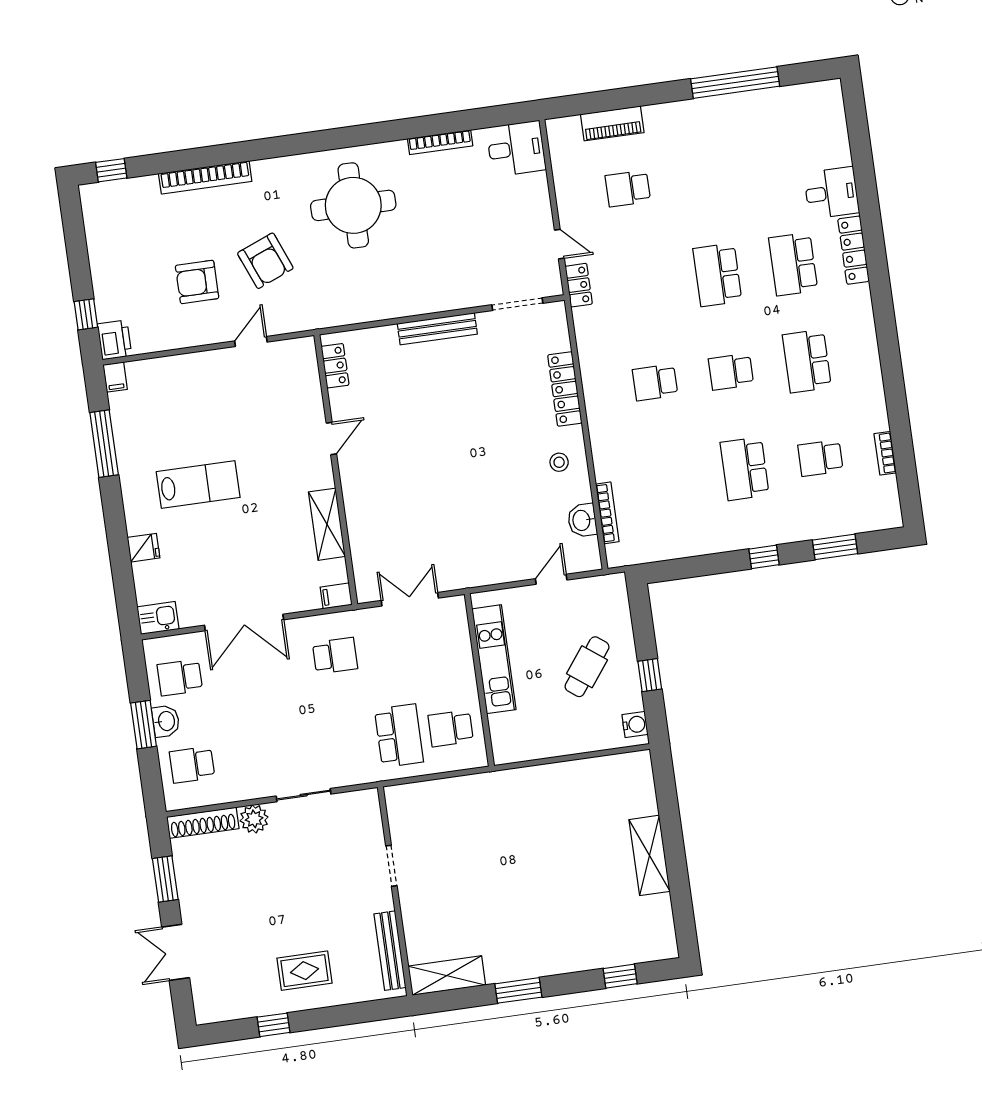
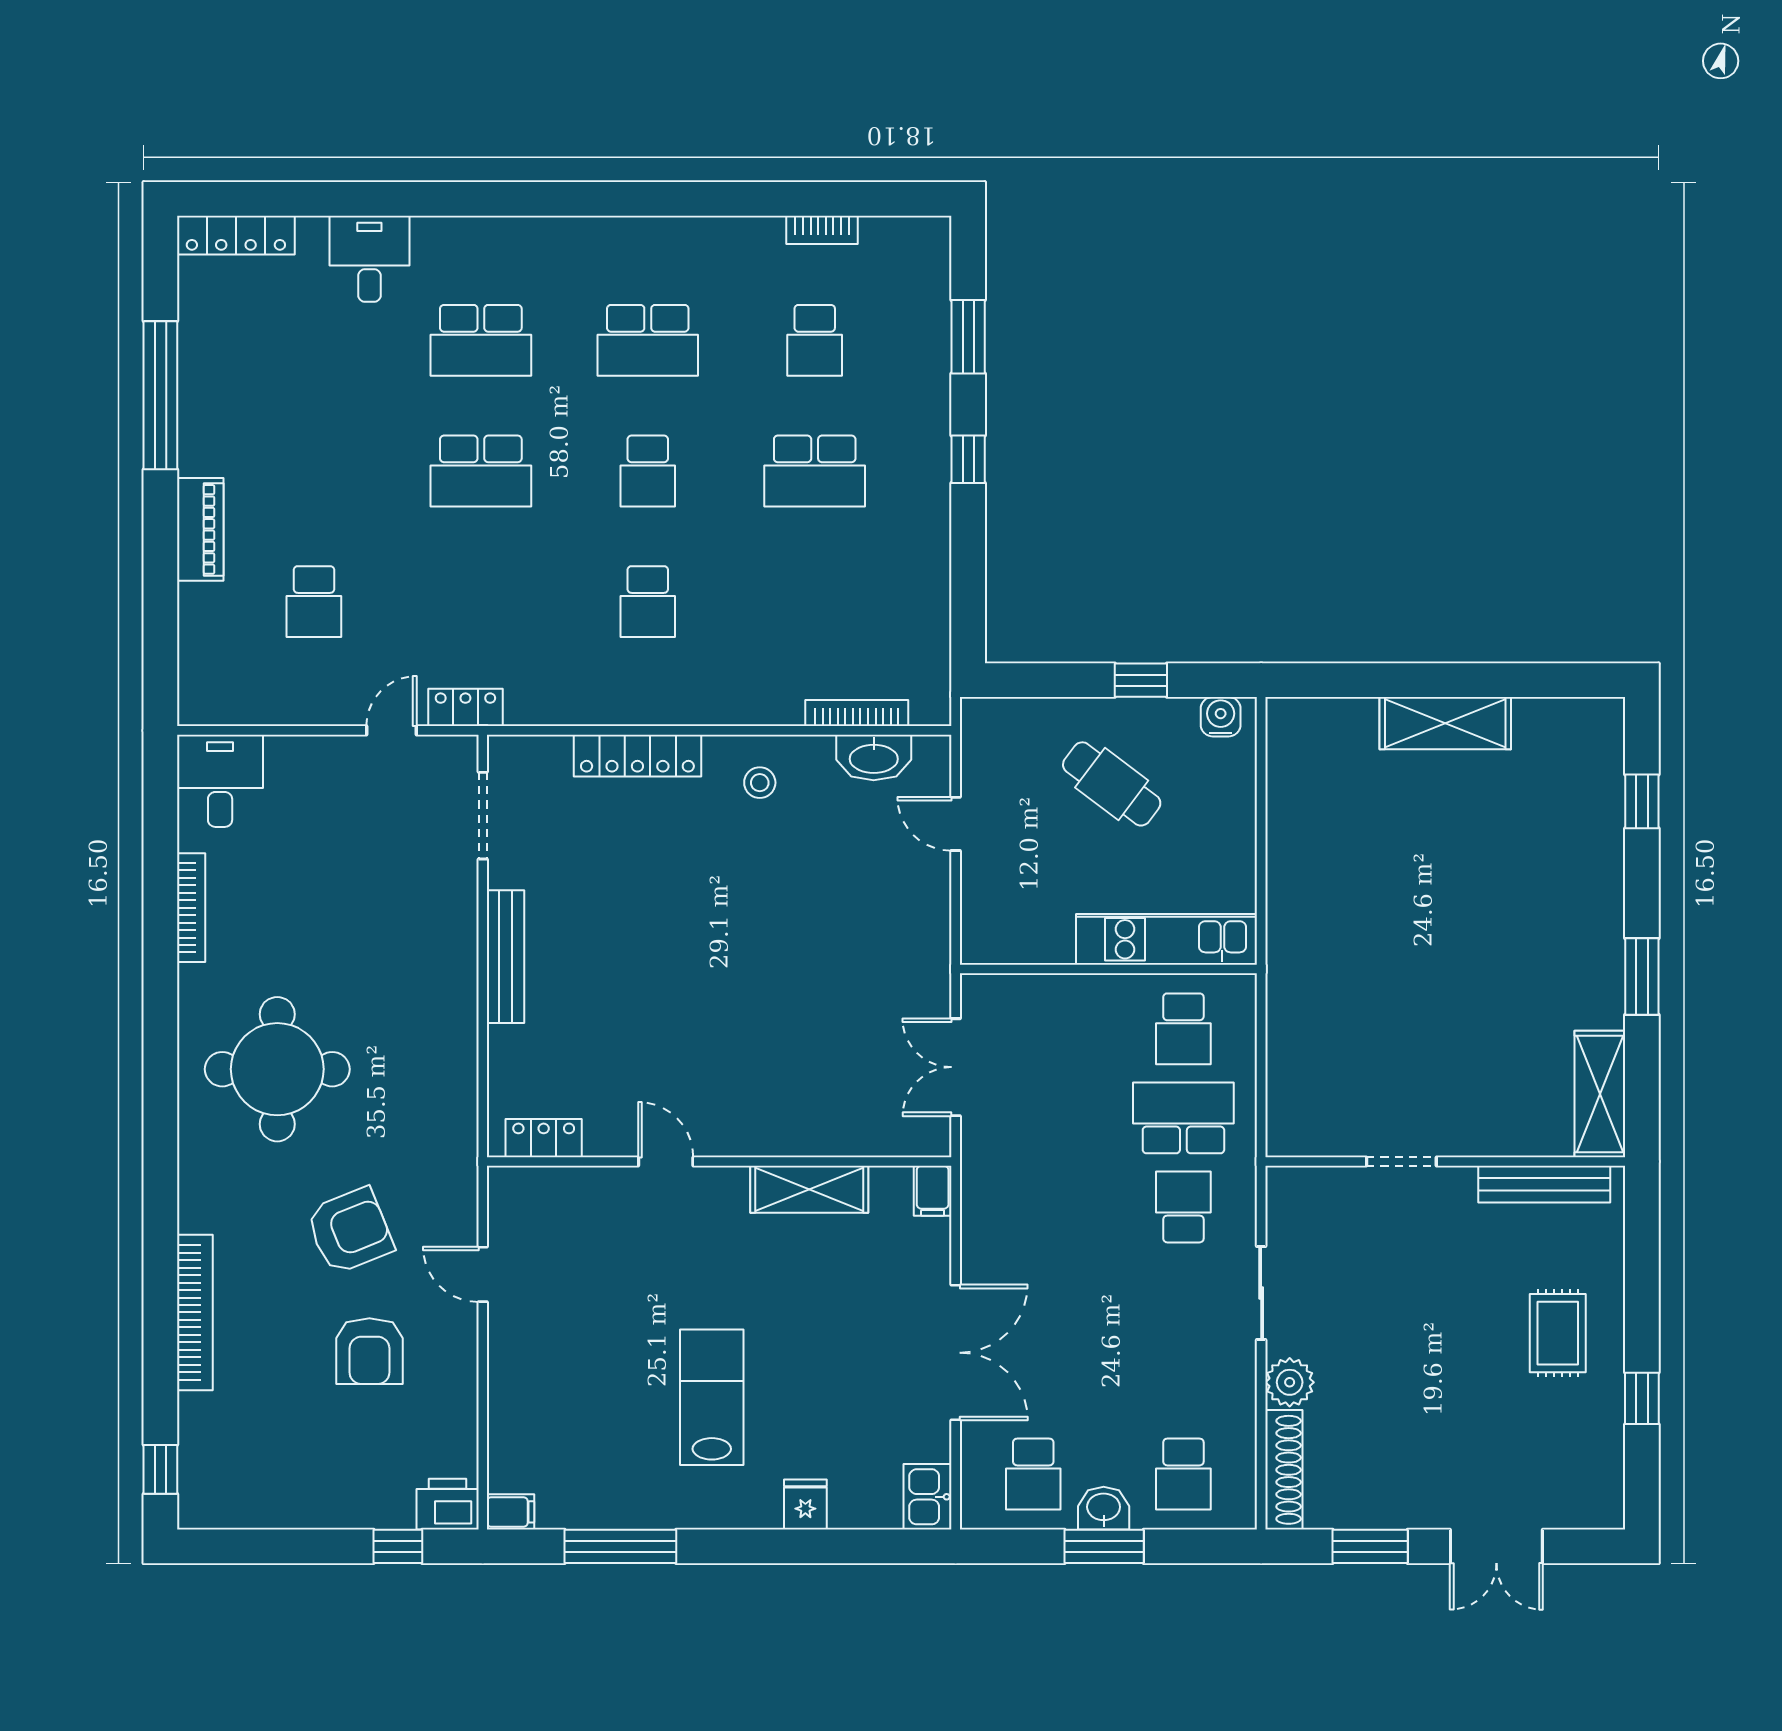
piano: (612, 123) -> (200, 529), moved
locker: (854, 250) -> (236, 235), moved
washbasin: (582, 520) -> (874, 757), width x1.38
school desk: (335, 656) -> (1183, 1207), moved
kitchen unit: (494, 659) -> (1167, 939), moved

